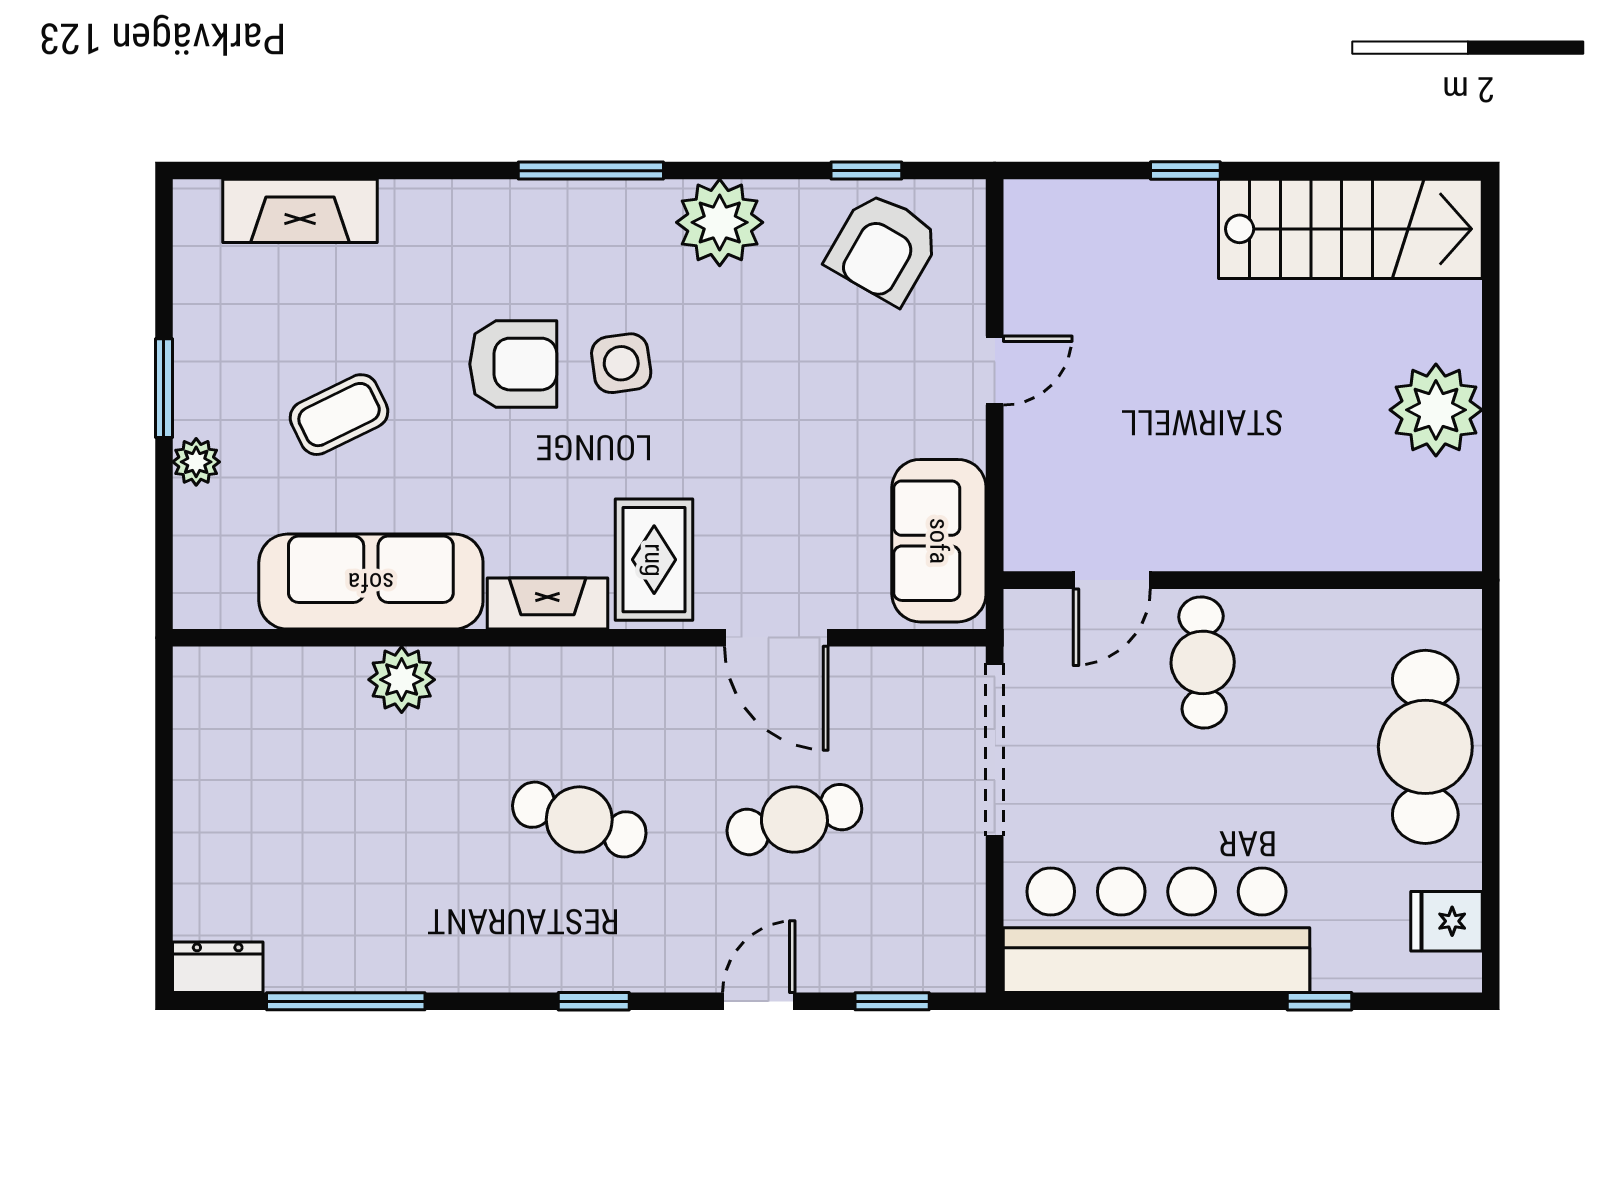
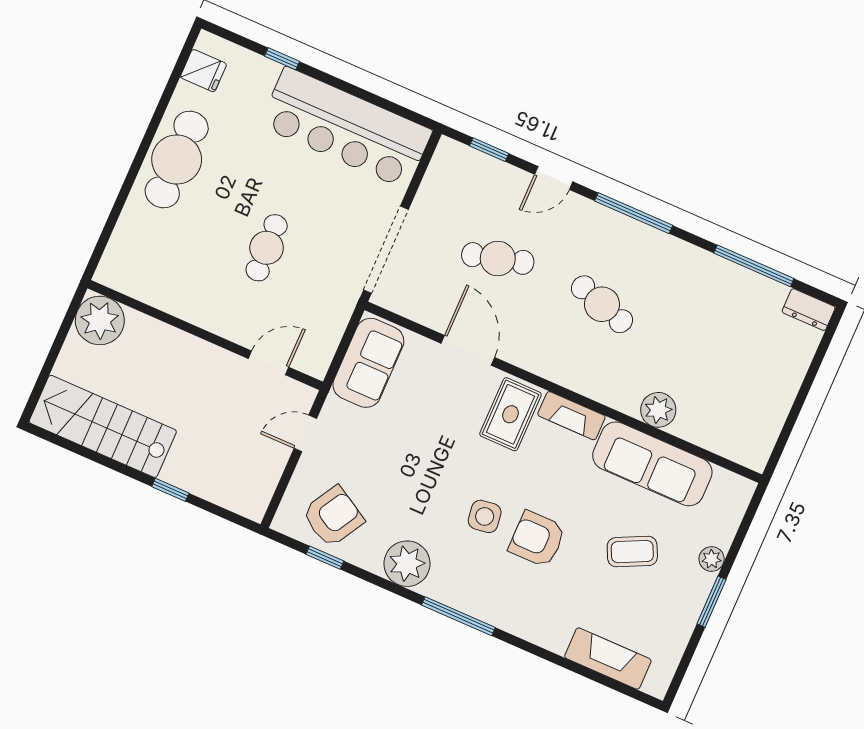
door: (1112, 580) -> (269, 363), moved
wall: (1243, 580) -> (205, 335), moved
window: (594, 1001) -> (634, 213), width x2.17

